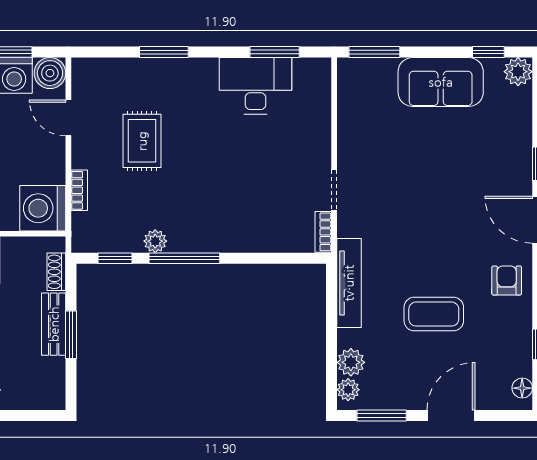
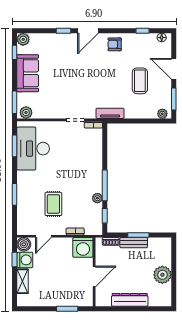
desk: (255, 86) -> (33, 149), width x1.36, depth x1.30
rug: (142, 141) -> (53, 204), turned 90
tv unit: (349, 283) -> (110, 113), width x0.71
coffee table: (434, 314) -> (140, 81), moved
plant: (351, 362) -> (26, 113), moved

